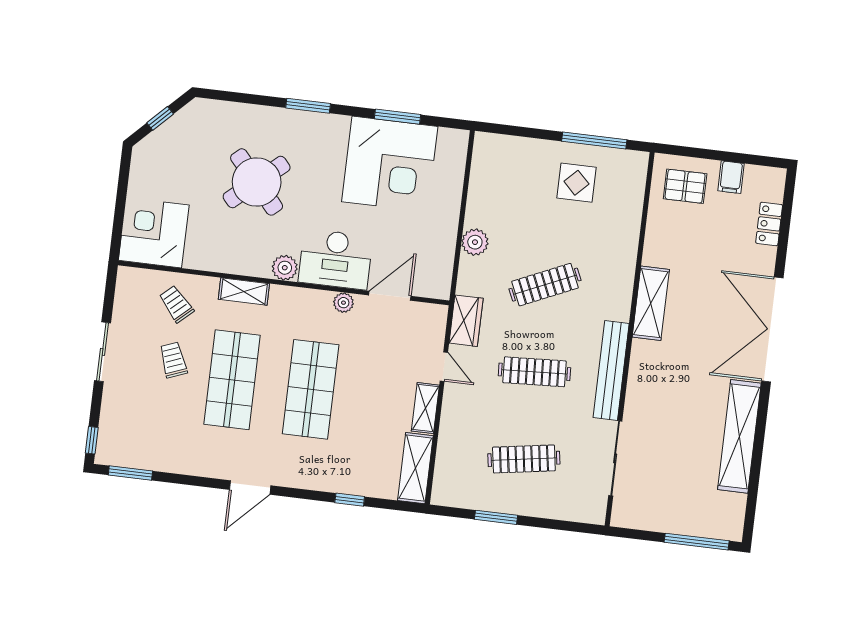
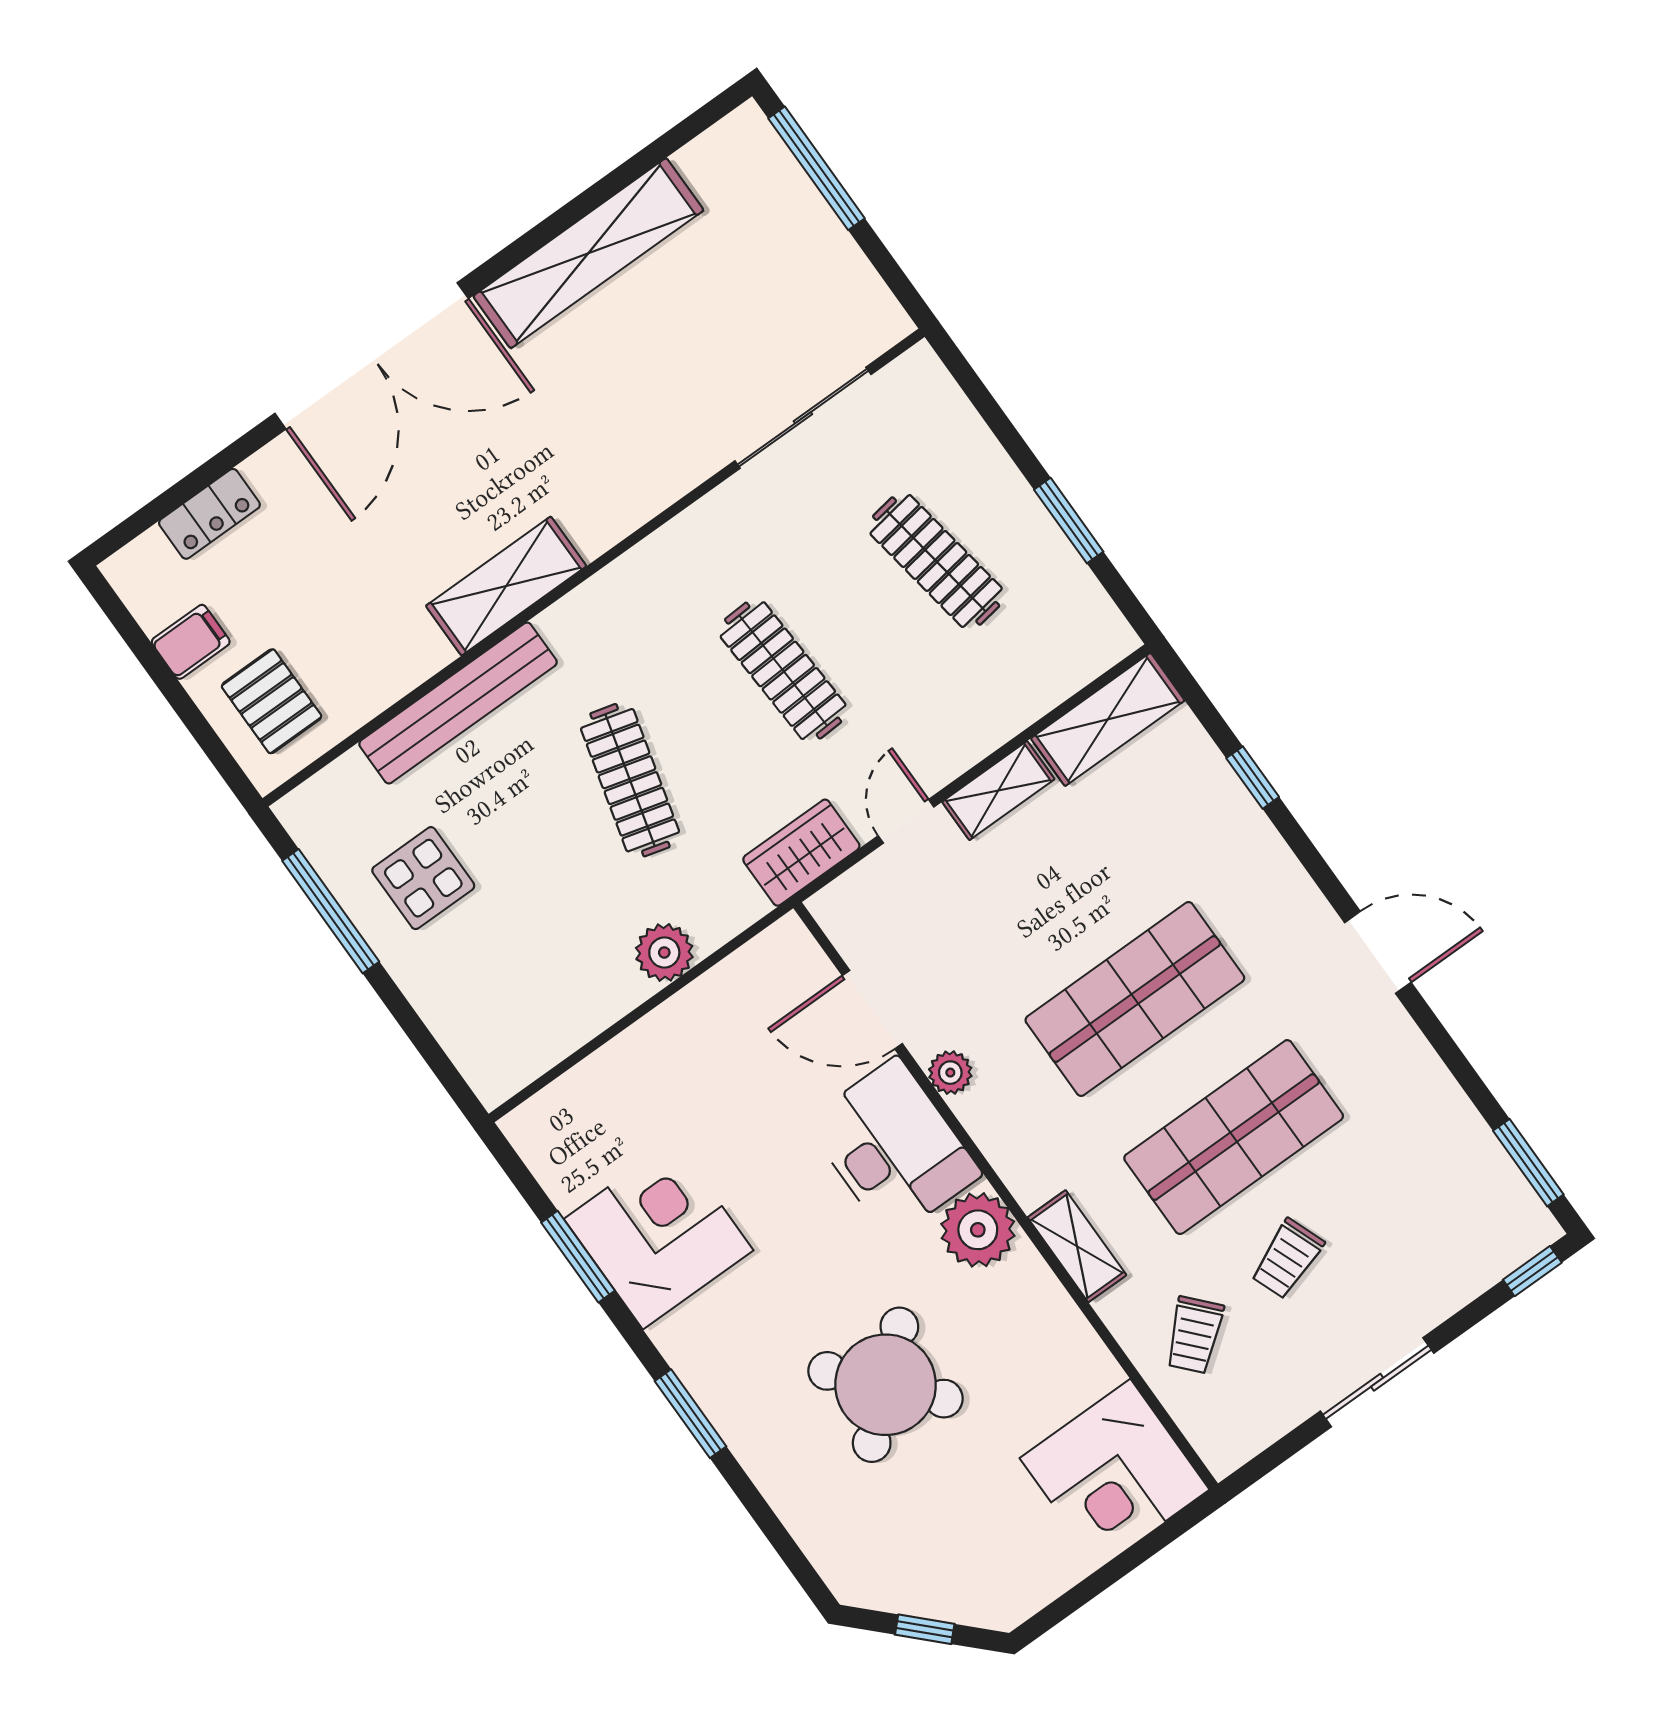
corner desk: (390, 164) -> (659, 1235), width x0.74, depth x0.74
plant: (285, 268) -> (978, 1230), width x1.36, depth x1.36
clothes rail: (545, 285) -> (630, 780), turned 39
bench: (611, 371) -> (458, 703), moved

